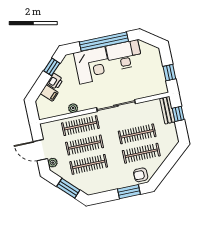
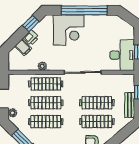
desk: (124, 55) -> (122, 55), moved, turned 90
bench: (167, 110) -> (130, 105), moved

